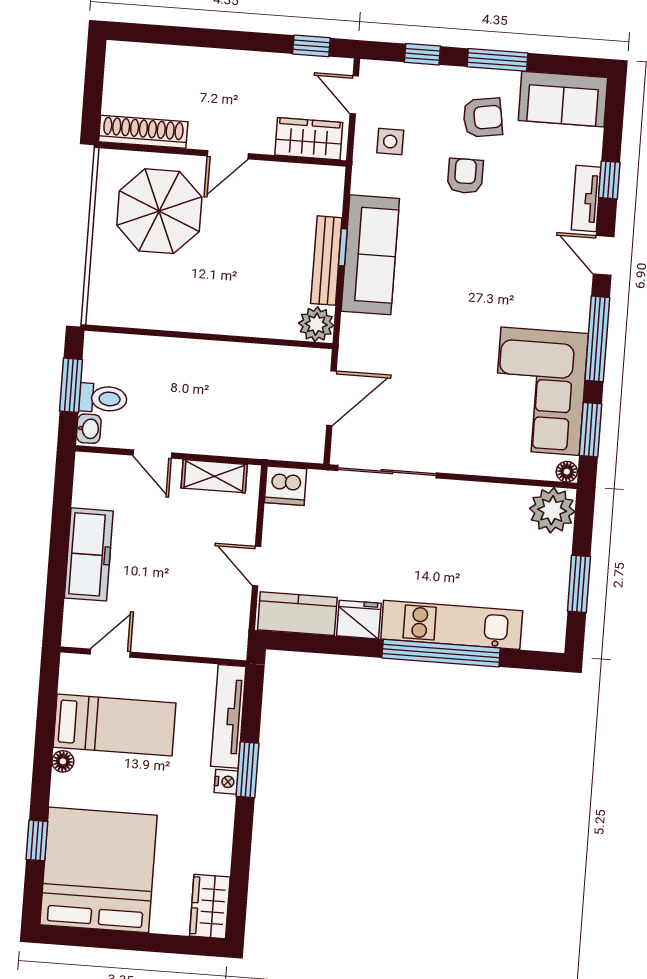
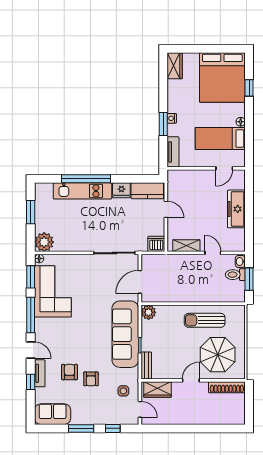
window: (311, 46) -> (159, 428), removed
armchair: (483, 118) -> (69, 372), moved, turned 99
sofa: (370, 255) -> (125, 334), width x1.36, depth x1.27
bench: (326, 261) -> (146, 365), moved, width x0.73
sun lounger: (184, 295) -> (205, 320), added
tv unit: (228, 716) -> (173, 152), width x0.71

